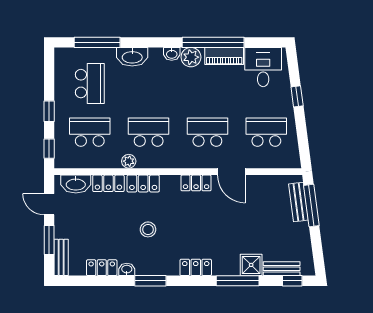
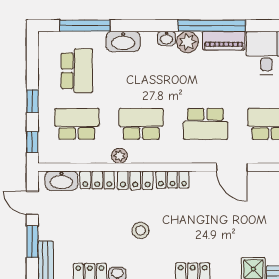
school desk: (207, 132) -> (206, 124), turned 180
locker: (196, 183) -> (172, 179), moved

